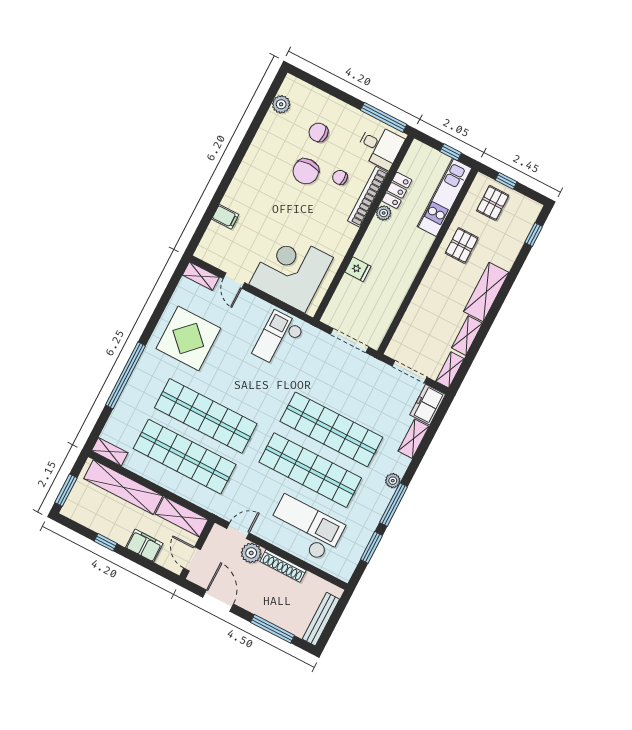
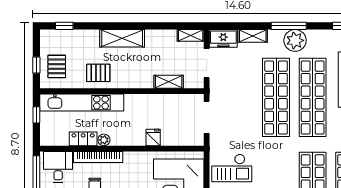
kitchen unit: (444, 197) -> (82, 103), width x1.36
pallet: (493, 203) -> (57, 66), turned 90
shelving: (467, 336) -> (169, 82), moved
plant: (393, 481) -> (295, 40), width x1.88, depth x1.88
window: (394, 505) -> (289, 26), moved

